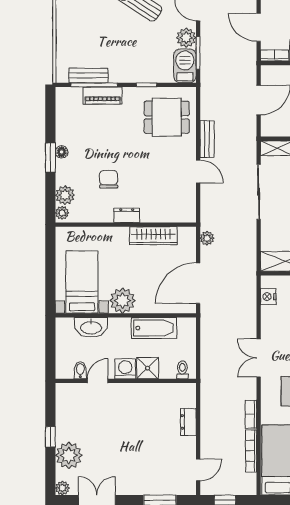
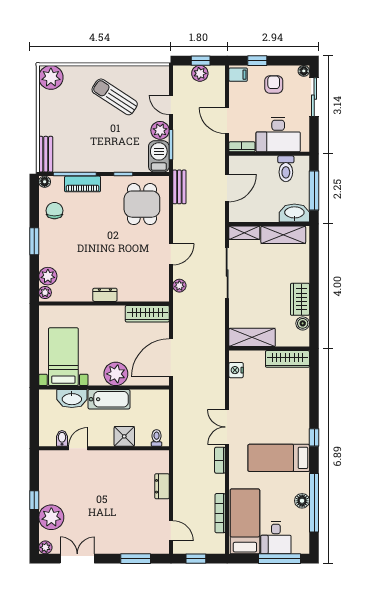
bench: (88, 75) -> (46, 154), moved, turned 90
dining table: (167, 117) -> (142, 204), turned 90
bench: (207, 139) -> (179, 187), moved
floor lamp: (62, 152) -> (45, 182), moved
door: (198, 171) -> (171, 254), hinge flipped
chair: (109, 179) -> (54, 211), moved
wardrobe: (153, 236) -> (147, 314), moved
plant: (207, 238) -> (179, 286), moved
plant: (122, 301) -> (116, 374), moved
bathtub: (154, 328) -> (109, 399), moved
washing machine: (125, 369) -> (104, 437), removed
bookcase: (251, 414) -> (220, 460), moved
door: (198, 470) -> (171, 531), hinge flipped

